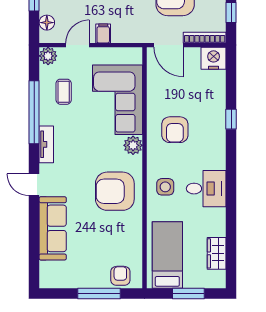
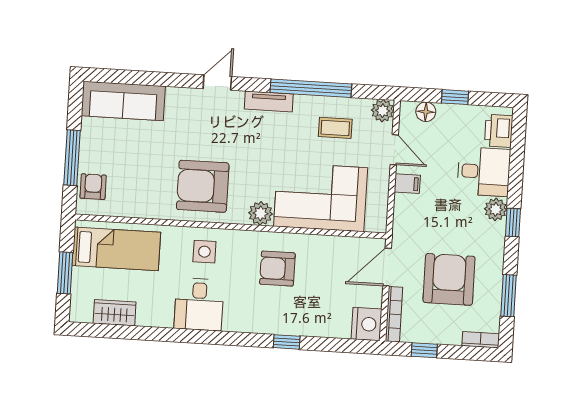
armchair: (115, 191) -> (203, 186), turned -90
sofa: (53, 228) -> (123, 101), moved
armchair: (120, 276) -> (93, 187), turned -90

